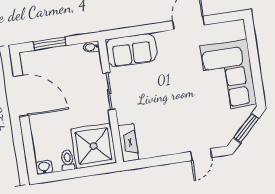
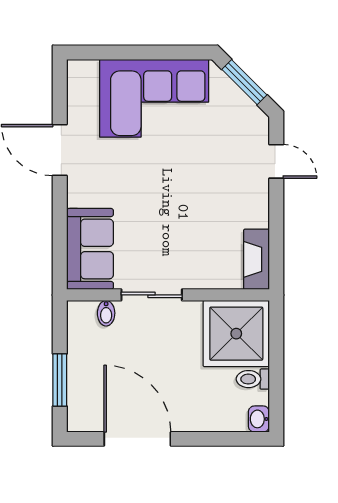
bidet: (91, 47) -> (106, 313), moved
door: (21, 96) -> (137, 439), hinge flipped
fireplace: (128, 143) -> (257, 259), moved, turned -90

